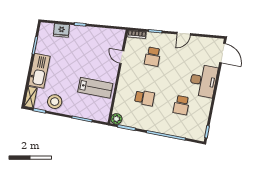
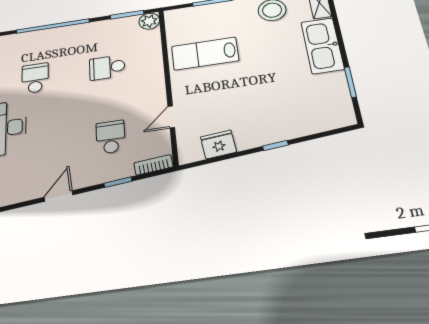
fridge: (61, 30) -> (218, 144), moved
door: (122, 57) -> (171, 117), swing flipped

